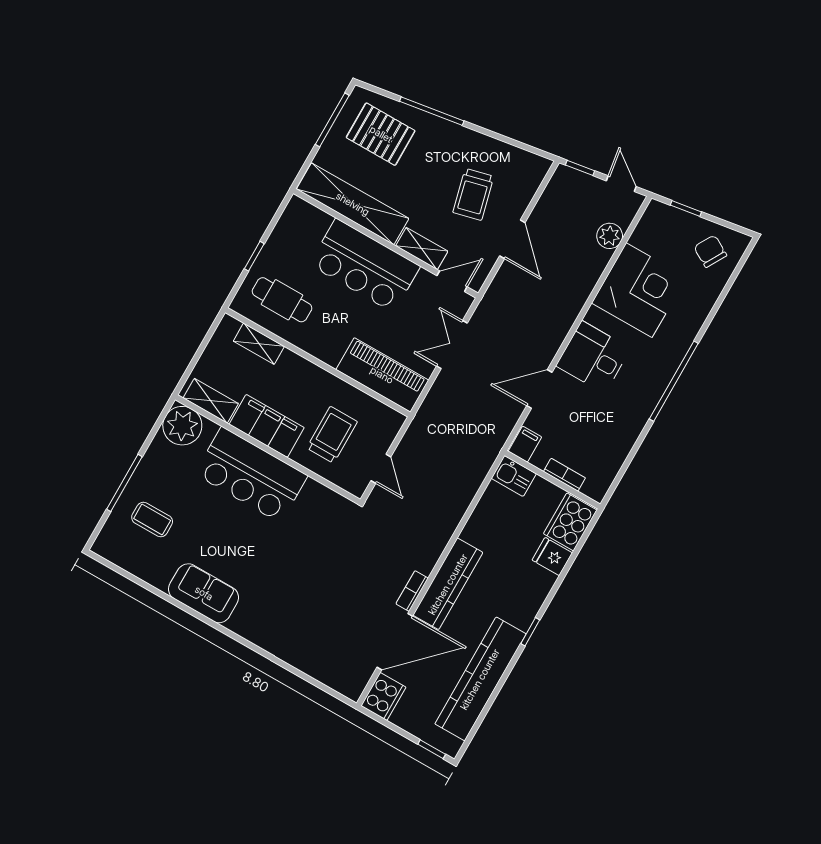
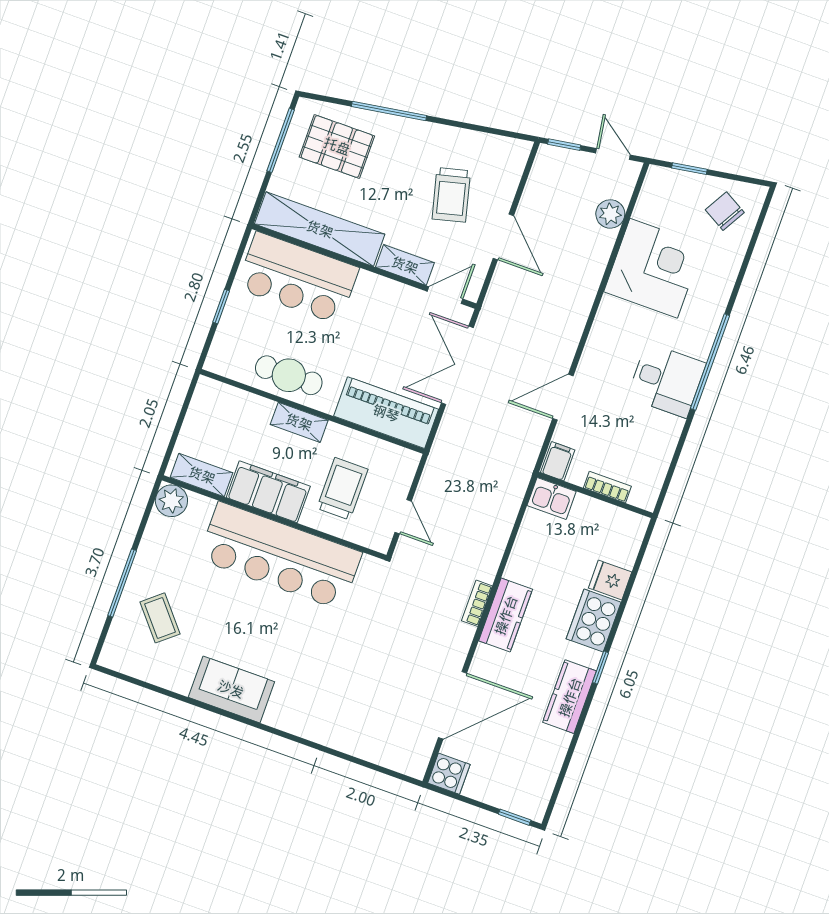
bar counter: (365, 265) -> (298, 278), moved
cafe table: (282, 300) -> (289, 375), moved
shelving: (259, 344) -> (299, 422), moved
double door: (452, 345) -> (457, 365), width x1.37
desk: (593, 357) -> (667, 380), moved, turned 180
plant: (182, 426) -> (171, 501), width x0.73, depth x0.73
bar counter: (251, 475) -> (280, 556), width x1.36
coffee table: (152, 520) -> (160, 618), turned 50
cooker: (570, 522) -> (594, 621), moved
kitchen counter: (448, 584) -> (506, 615), width x0.67
bookcase: (412, 591) -> (477, 603), moved
kitchen counter: (480, 679) -> (570, 697), width x0.48, depth x0.86
cooker: (383, 697) -> (449, 774), width x0.73

